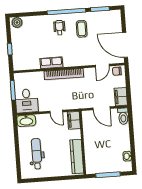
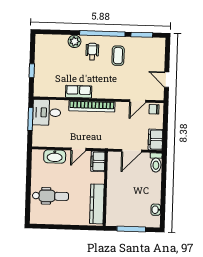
plant: (17, 22) -> (75, 41), moved
door: (125, 45) -> (167, 80), width x0.53
desk: (27, 101) -> (47, 112), moved, turned 90
door: (101, 108) -> (132, 151), hinge flipped
door: (56, 112) -> (78, 149), hinge flipped
washbasin: (26, 121) -> (55, 156), moved
dental chair: (37, 154) -> (51, 196), turned 90

